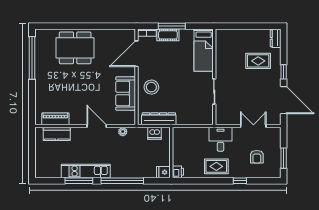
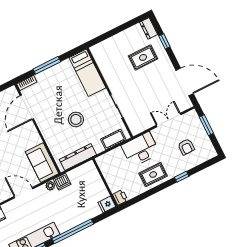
cot: (168, 35) -> (113, 139), moved
window: (284, 72) -> (164, 41), moved
stool: (151, 87) -> (76, 119), moved
sofa: (126, 94) -> (42, 163), moved
dishwasher: (154, 133) -> (62, 182), moved
desk: (221, 139) -> (141, 149), width x1.37
window: (284, 158) -> (206, 125), moved

